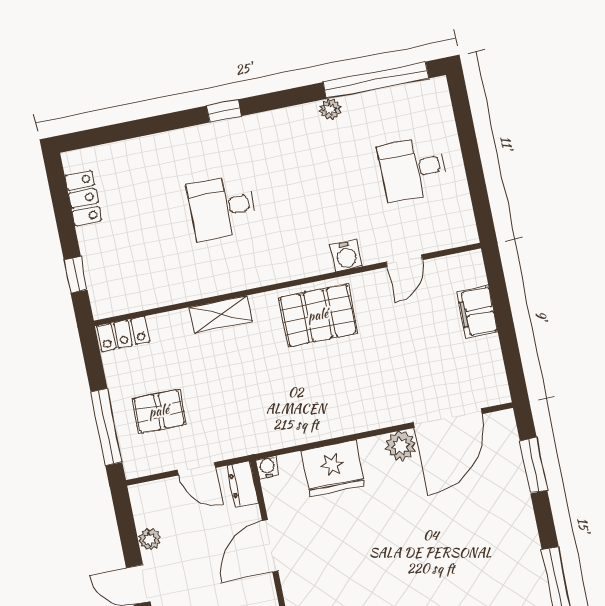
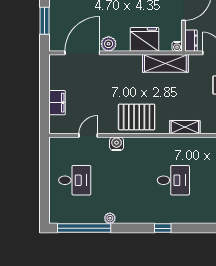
shelving: (283, 430) -> (165, 63), added

